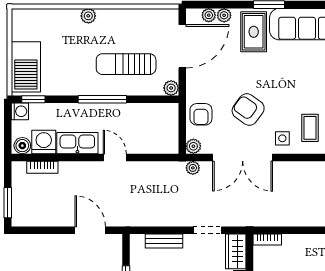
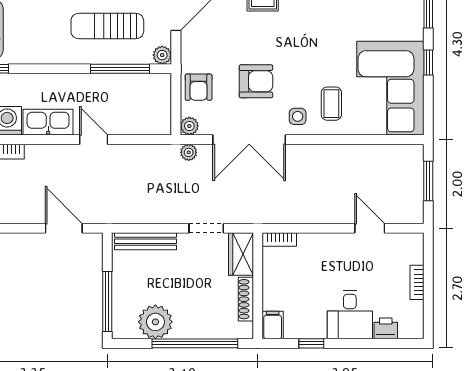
window: (102, 99) -> (120, 69), moved
armchair: (248, 109) -> (256, 81), turned 144
bench: (164, 241) -> (145, 241), width x1.36

